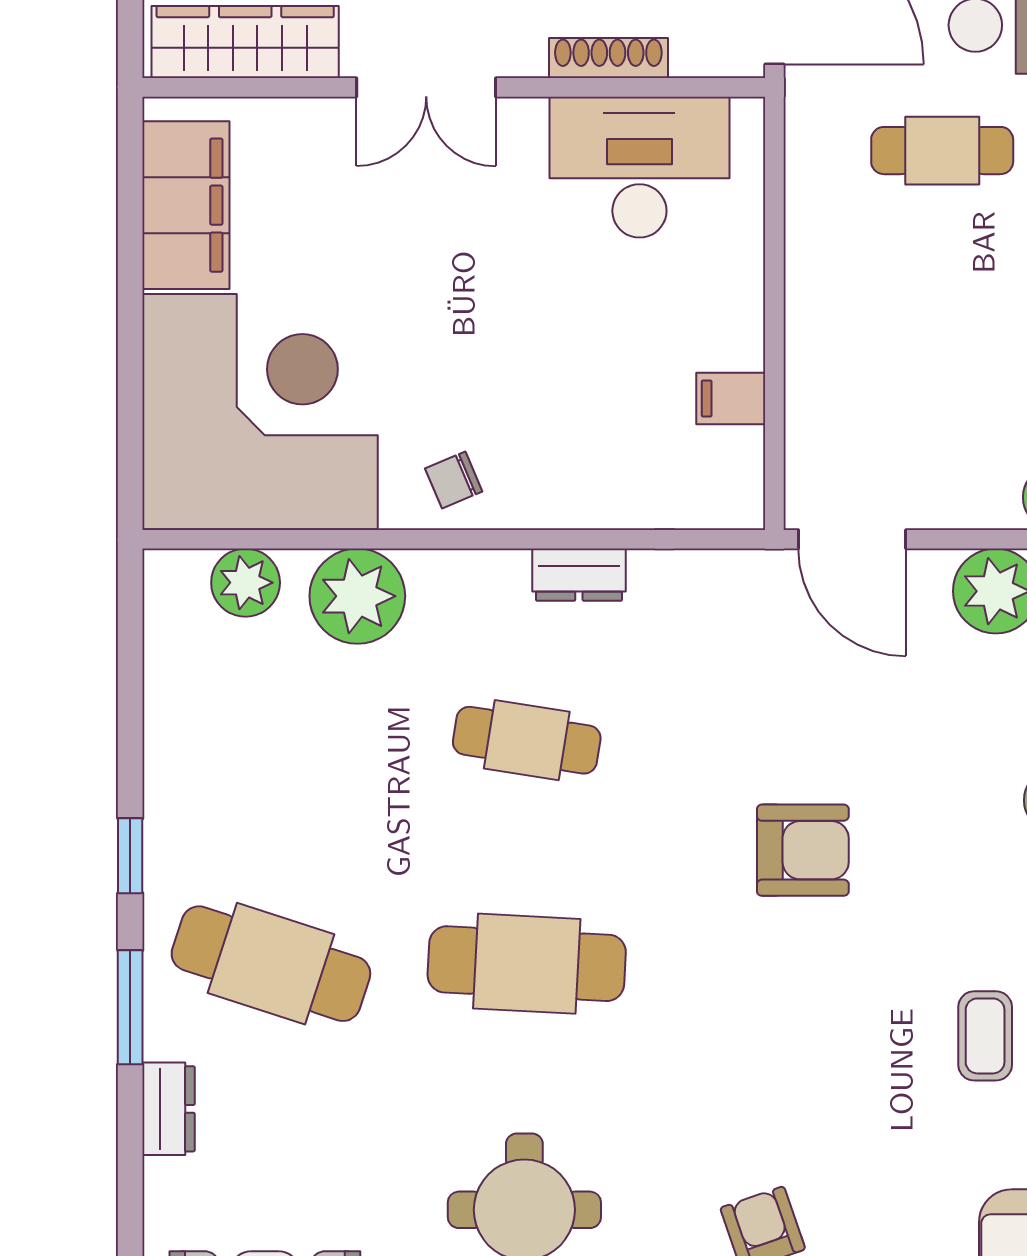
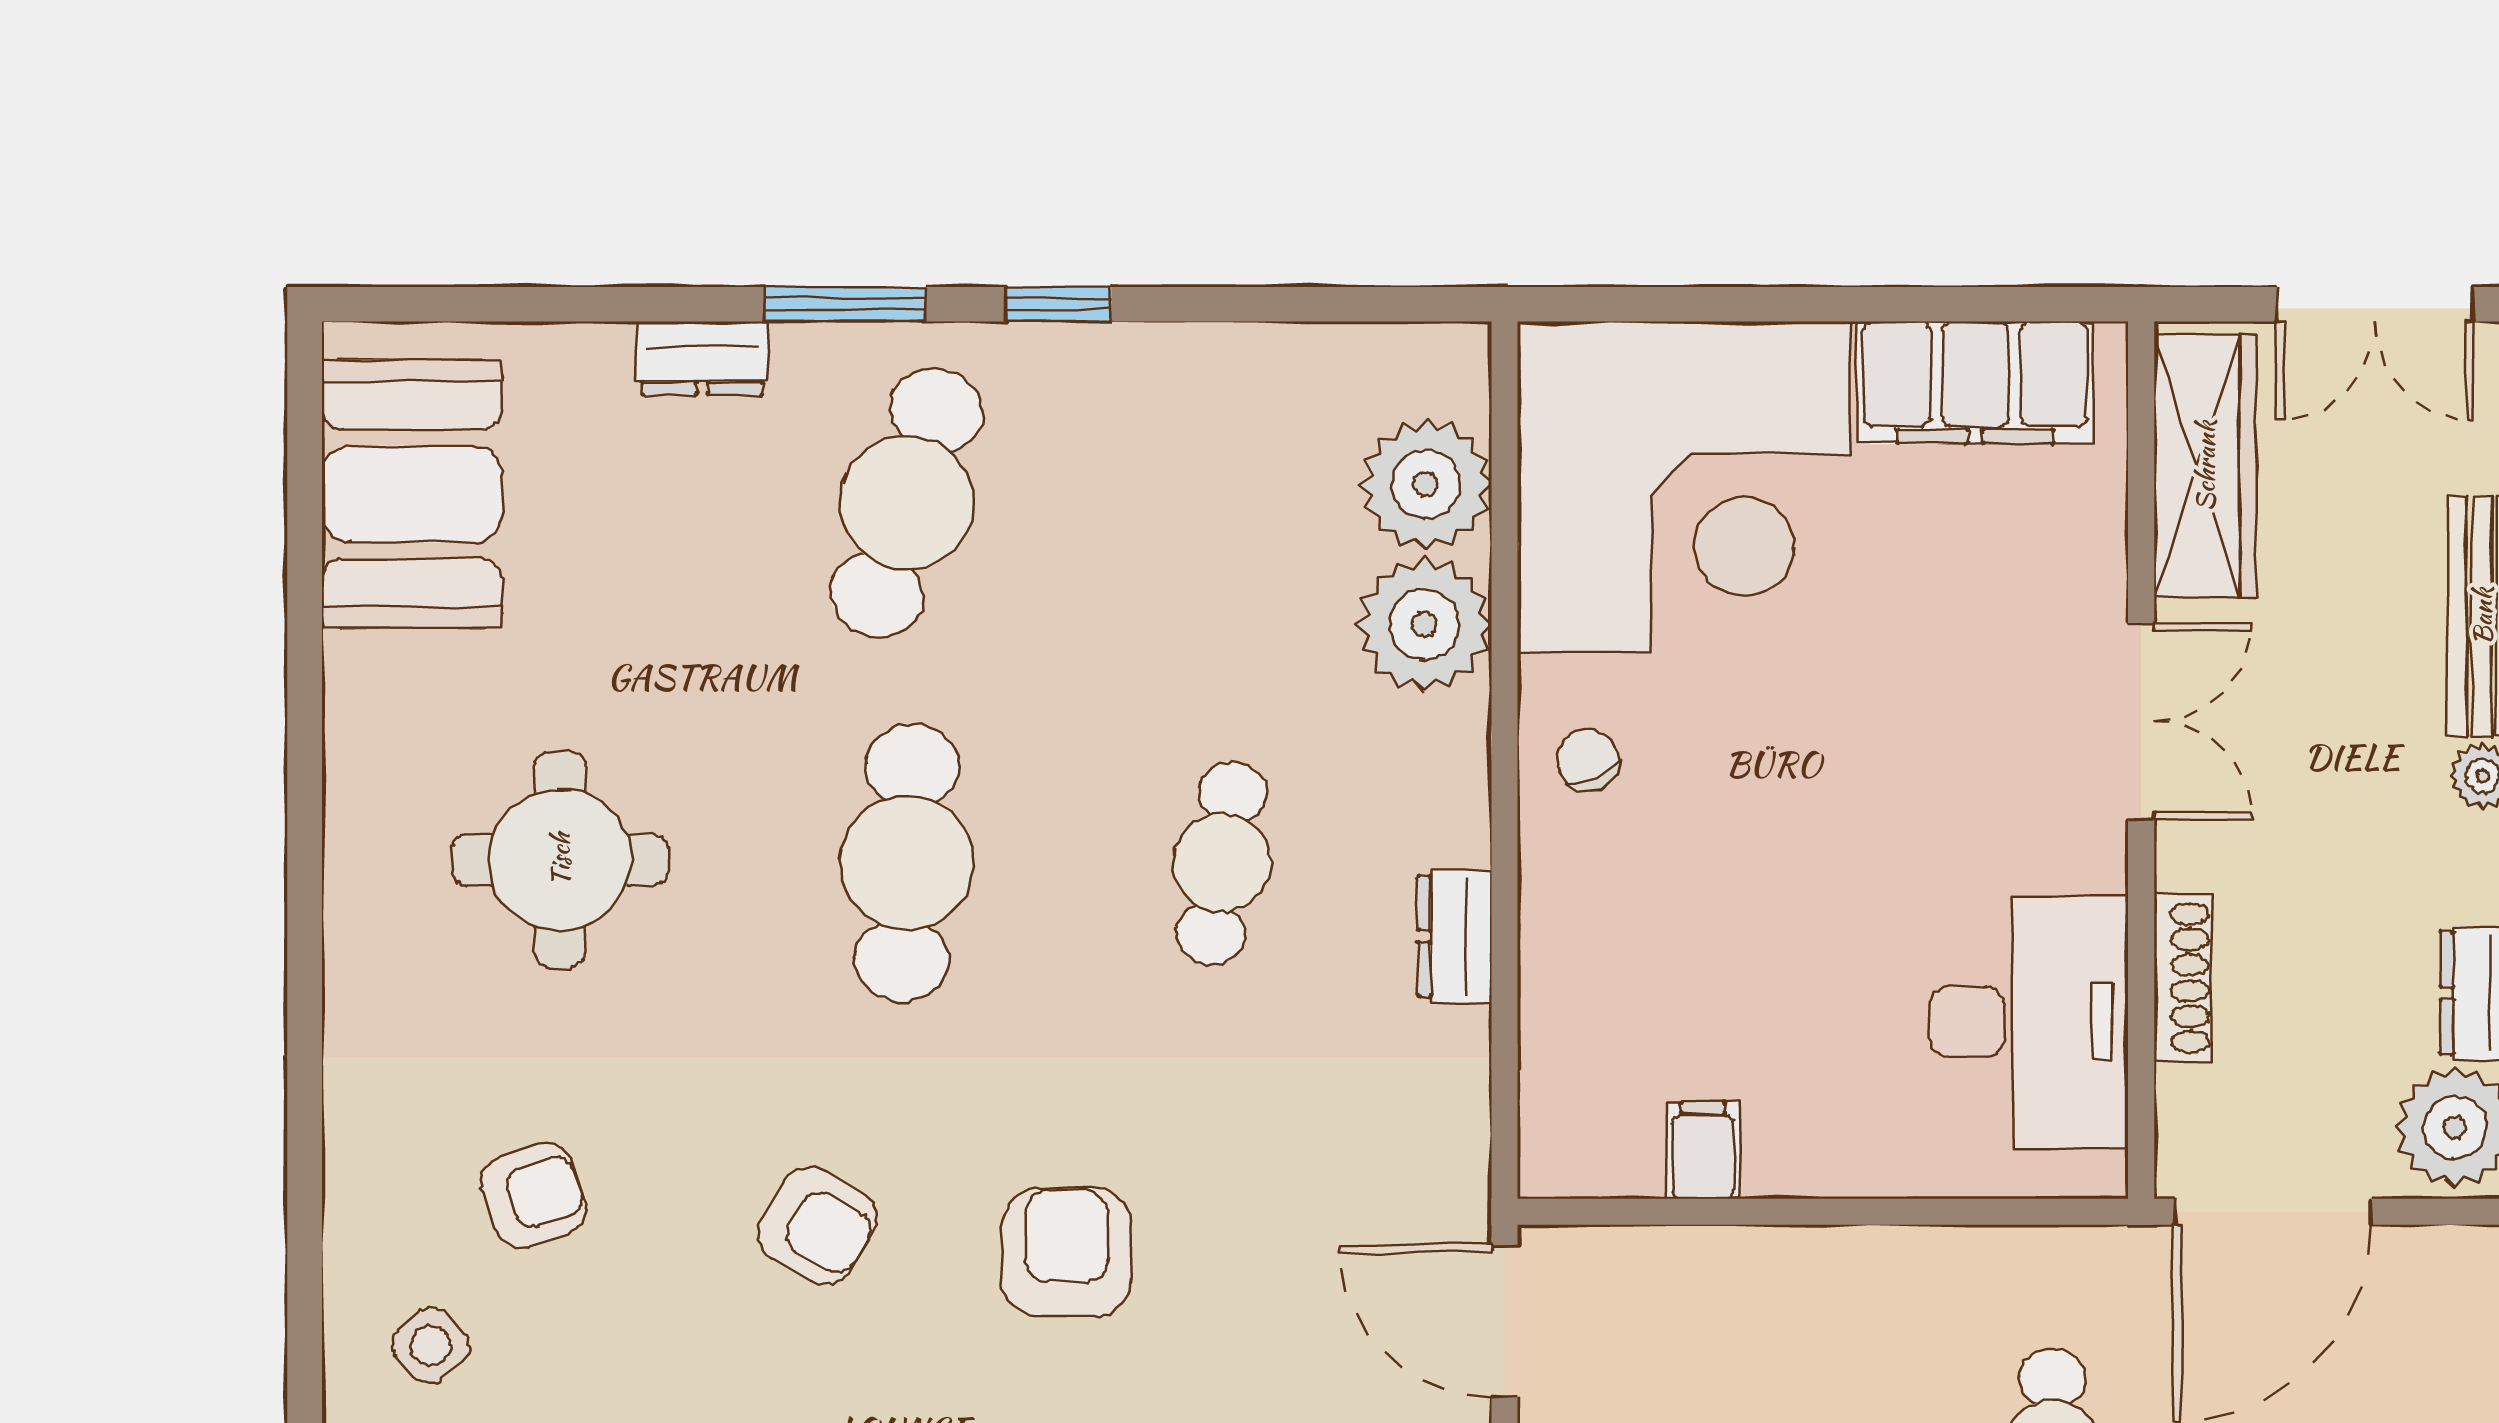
double door: (426, 87) -> (2141, 721), swing flipped
door: (852, 539) -> (1505, 1321), hinge flipped
plant: (246, 583) -> (1426, 484), width x1.36, depth x1.36
armchair: (803, 850) -> (1067, 1252), turned 180
armchair: (784, 1027) -> (818, 1226), added

